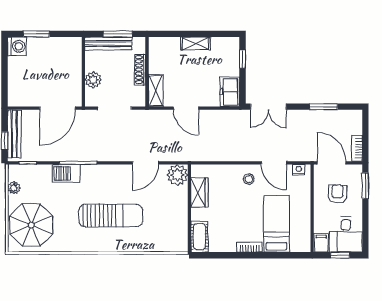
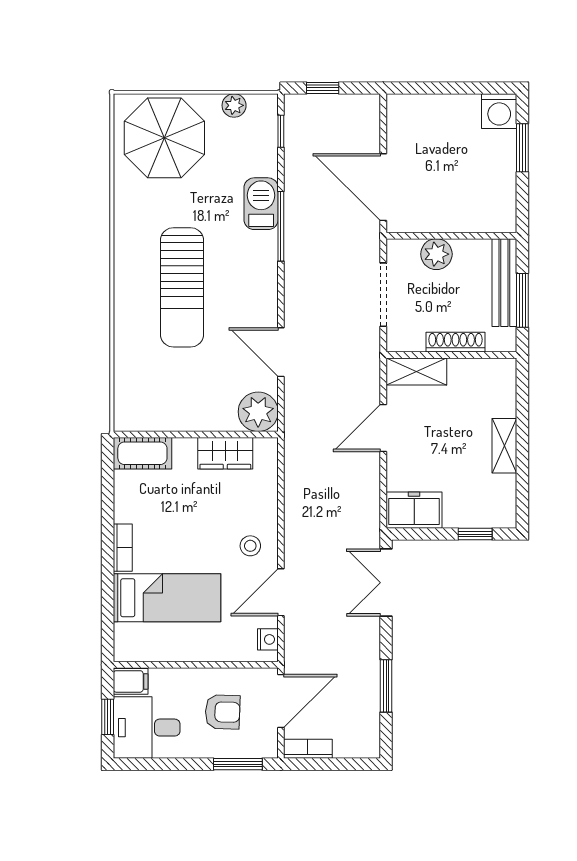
bench: (14, 134) -> (335, 106), removed

